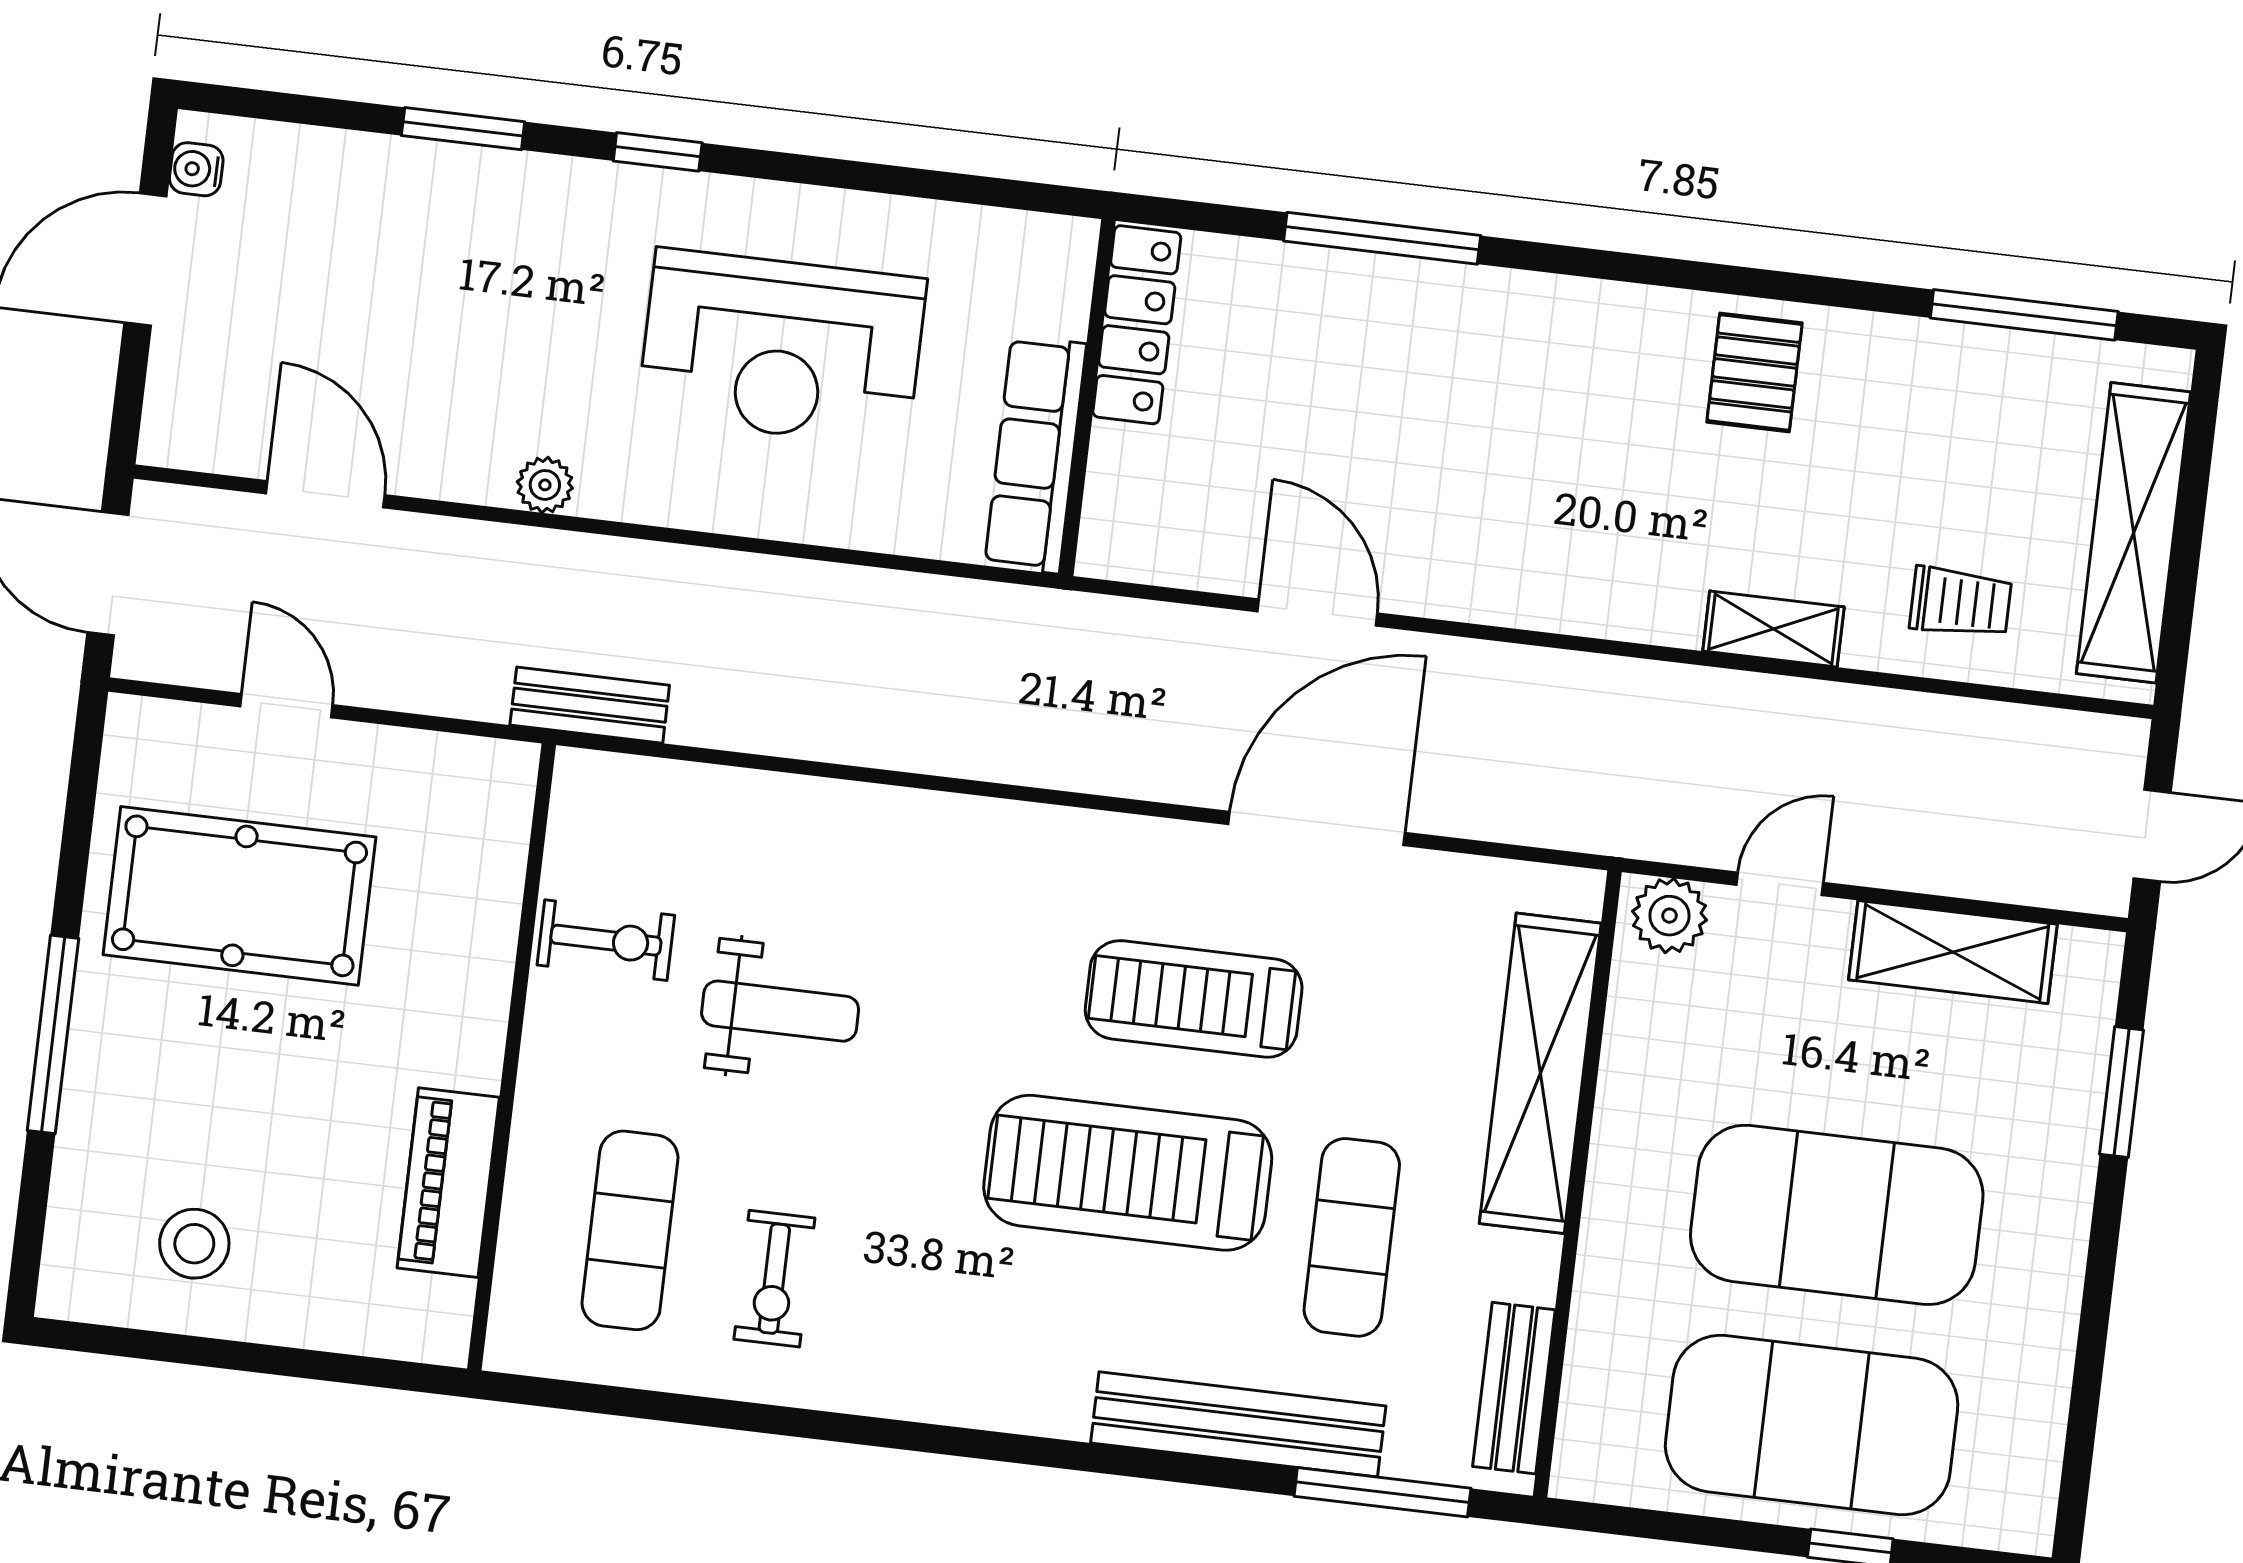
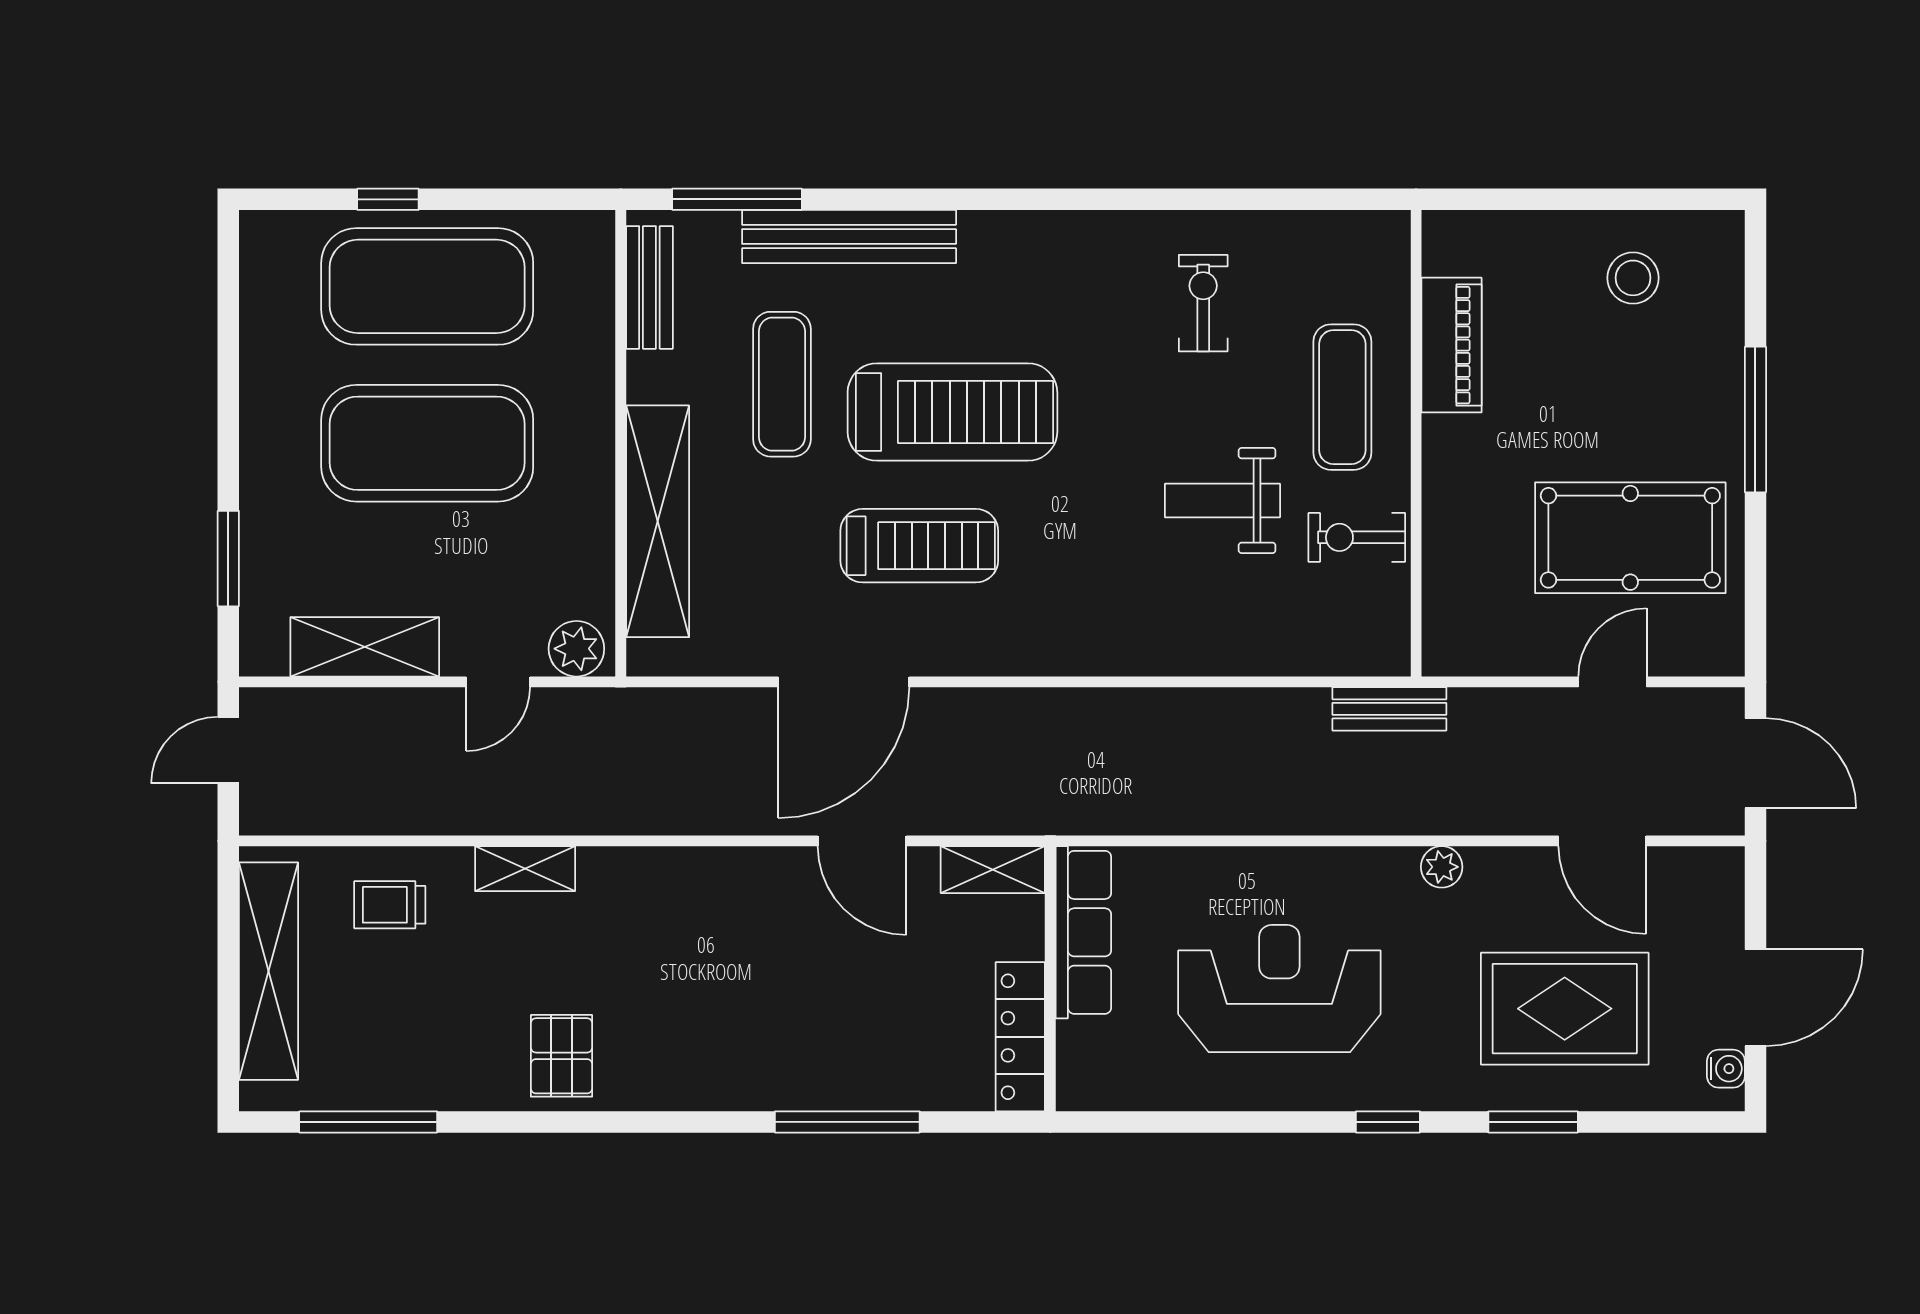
rug: (403, 275) -> (1565, 1009), added
shelving: (1147, 553) -> (993, 870), added
door: (286, 706) -> (1612, 682), swing flipped
exercise mat: (630, 1230) -> (1342, 397), moved

